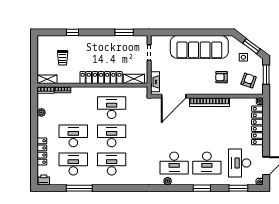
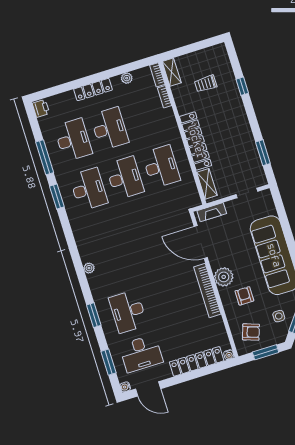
plant: (203, 88) -> (224, 277), added
locker: (42, 151) -> (93, 90), moved
desk: (174, 163) -> (115, 269), removed
desk: (240, 163) -> (141, 354), turned 180
window: (110, 188) -> (57, 196), added

